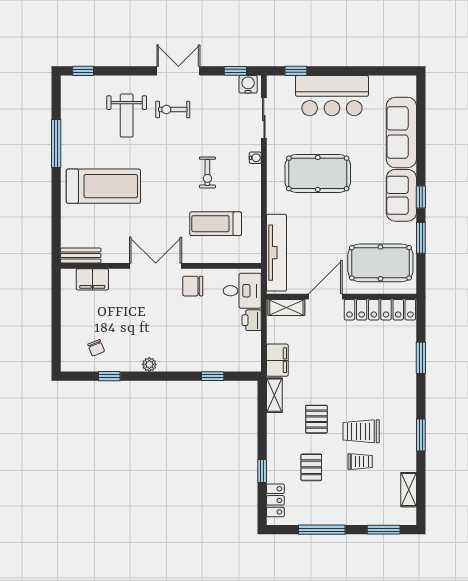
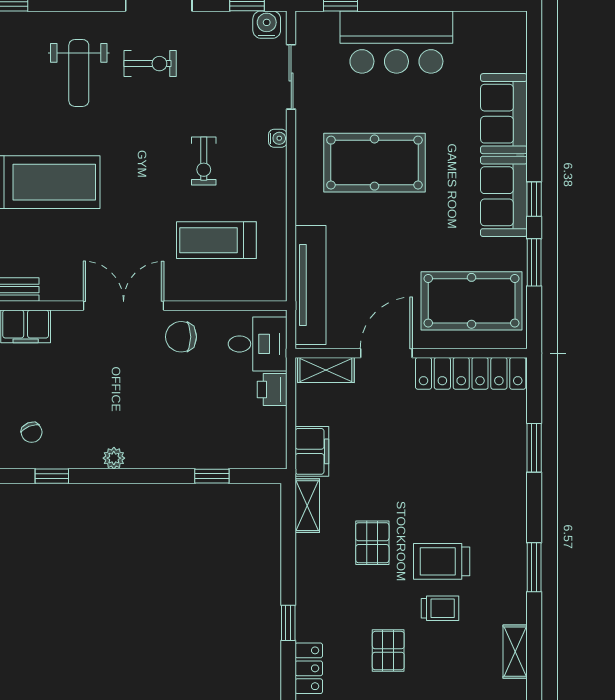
exercise bike: (173, 110) -> (150, 64), turned 180
sofa: (401, 133) -> (504, 114), width x0.73
pallet: (311, 467) -> (388, 651), moved

